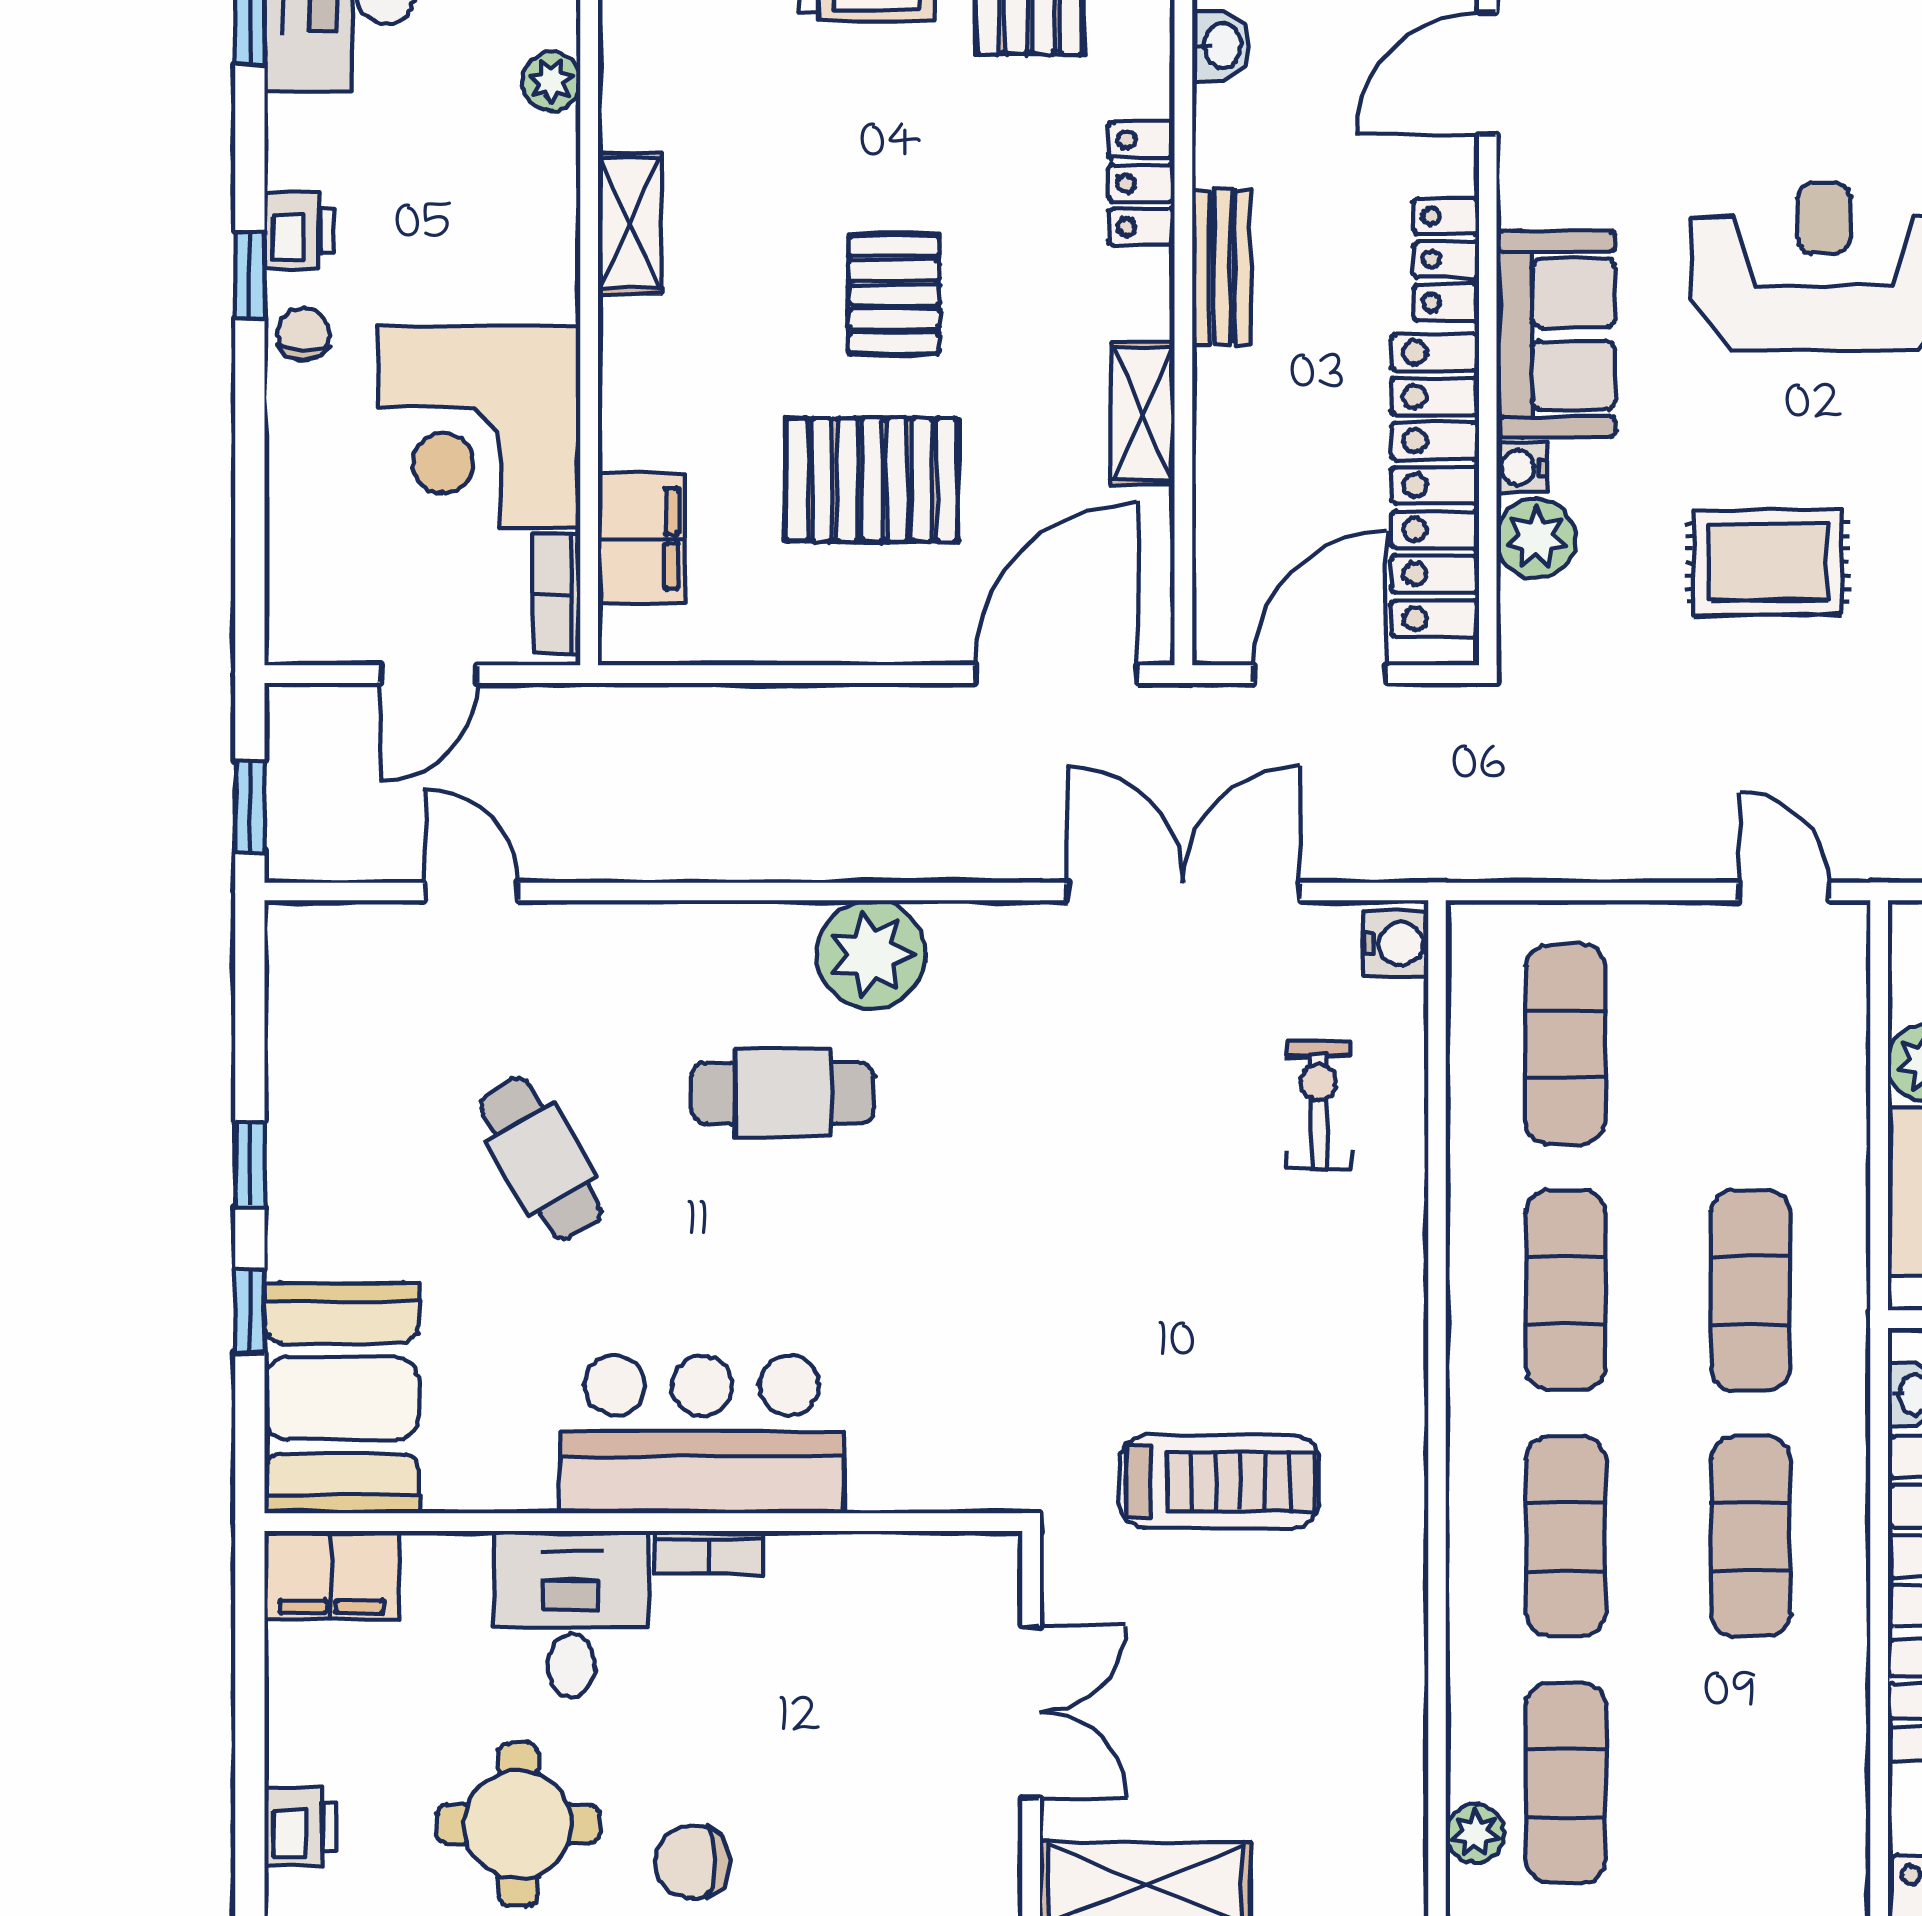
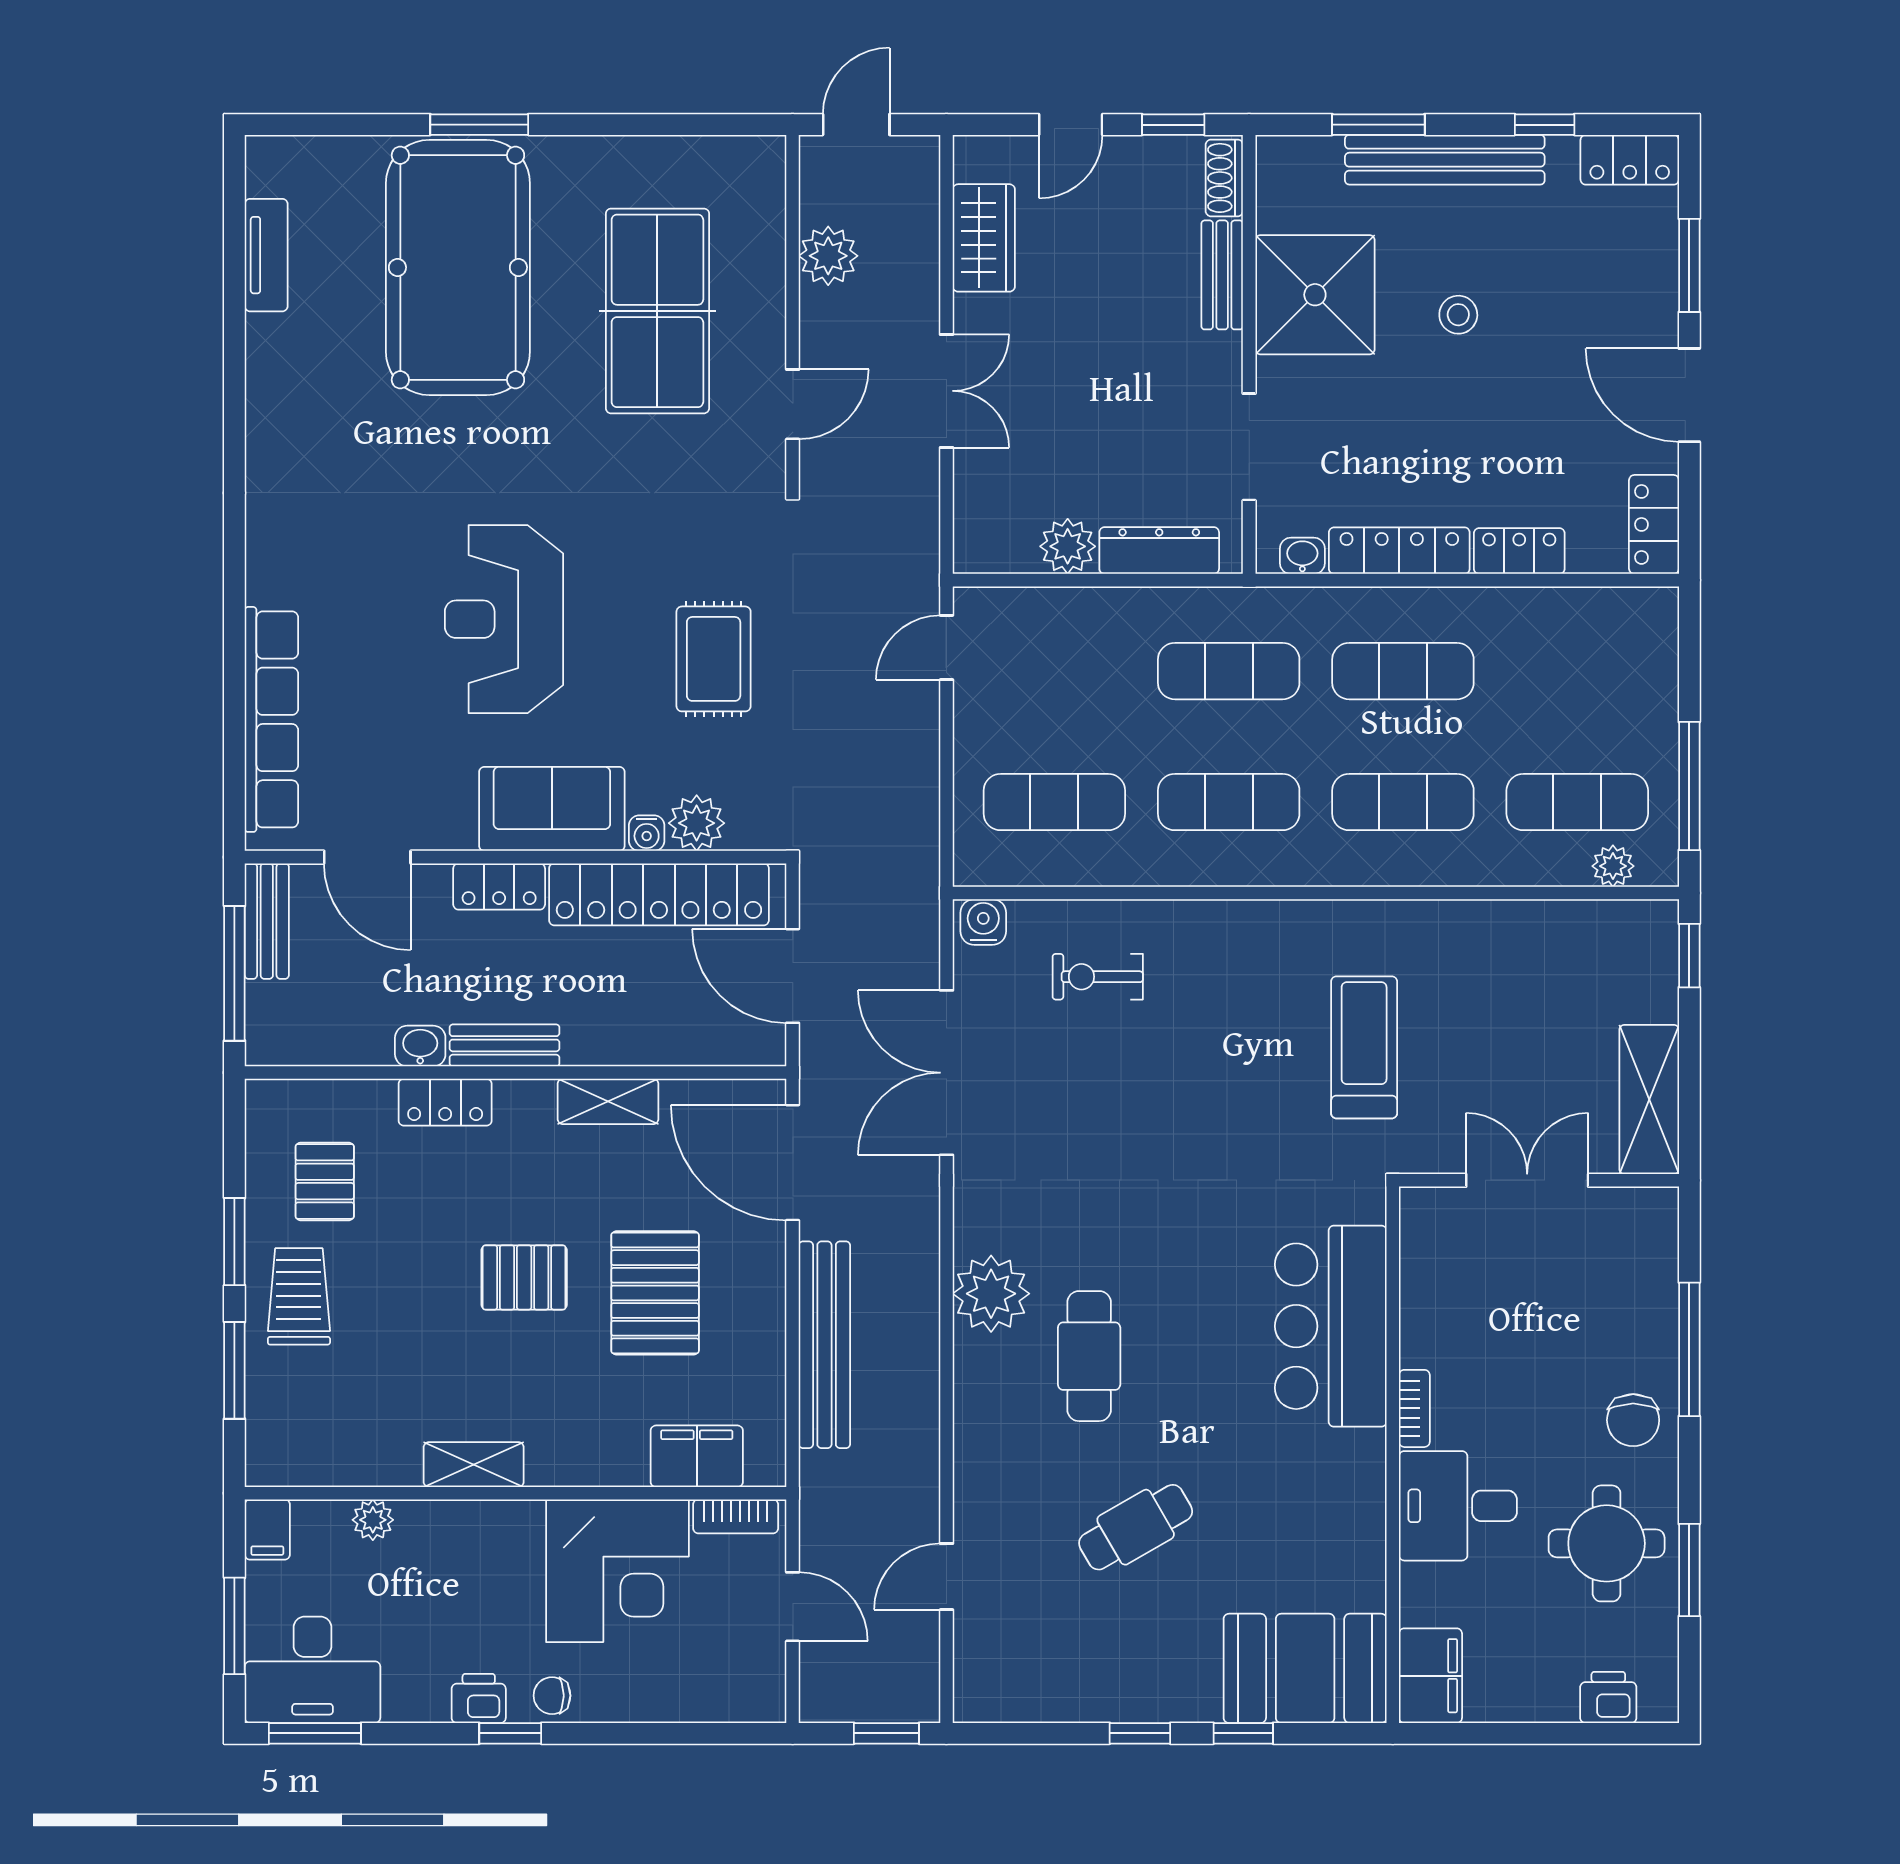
washbasin: (1221, 46) -> (420, 1046), moved
bench: (799, 719) -> (824, 1345), added
bar counter: (702, 1434) -> (1331, 1326), moved

